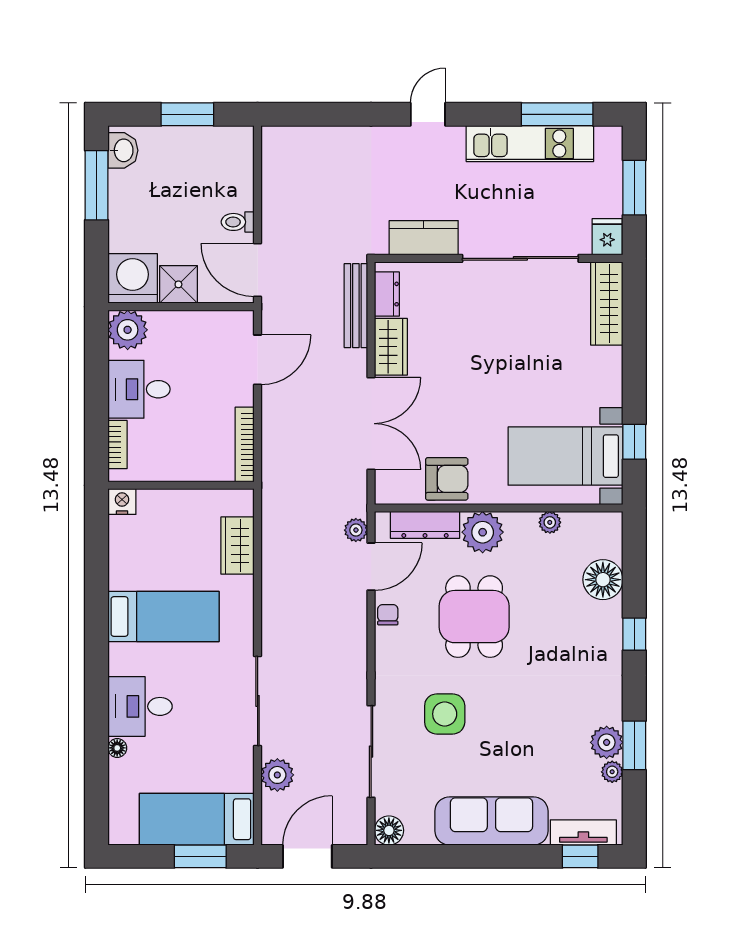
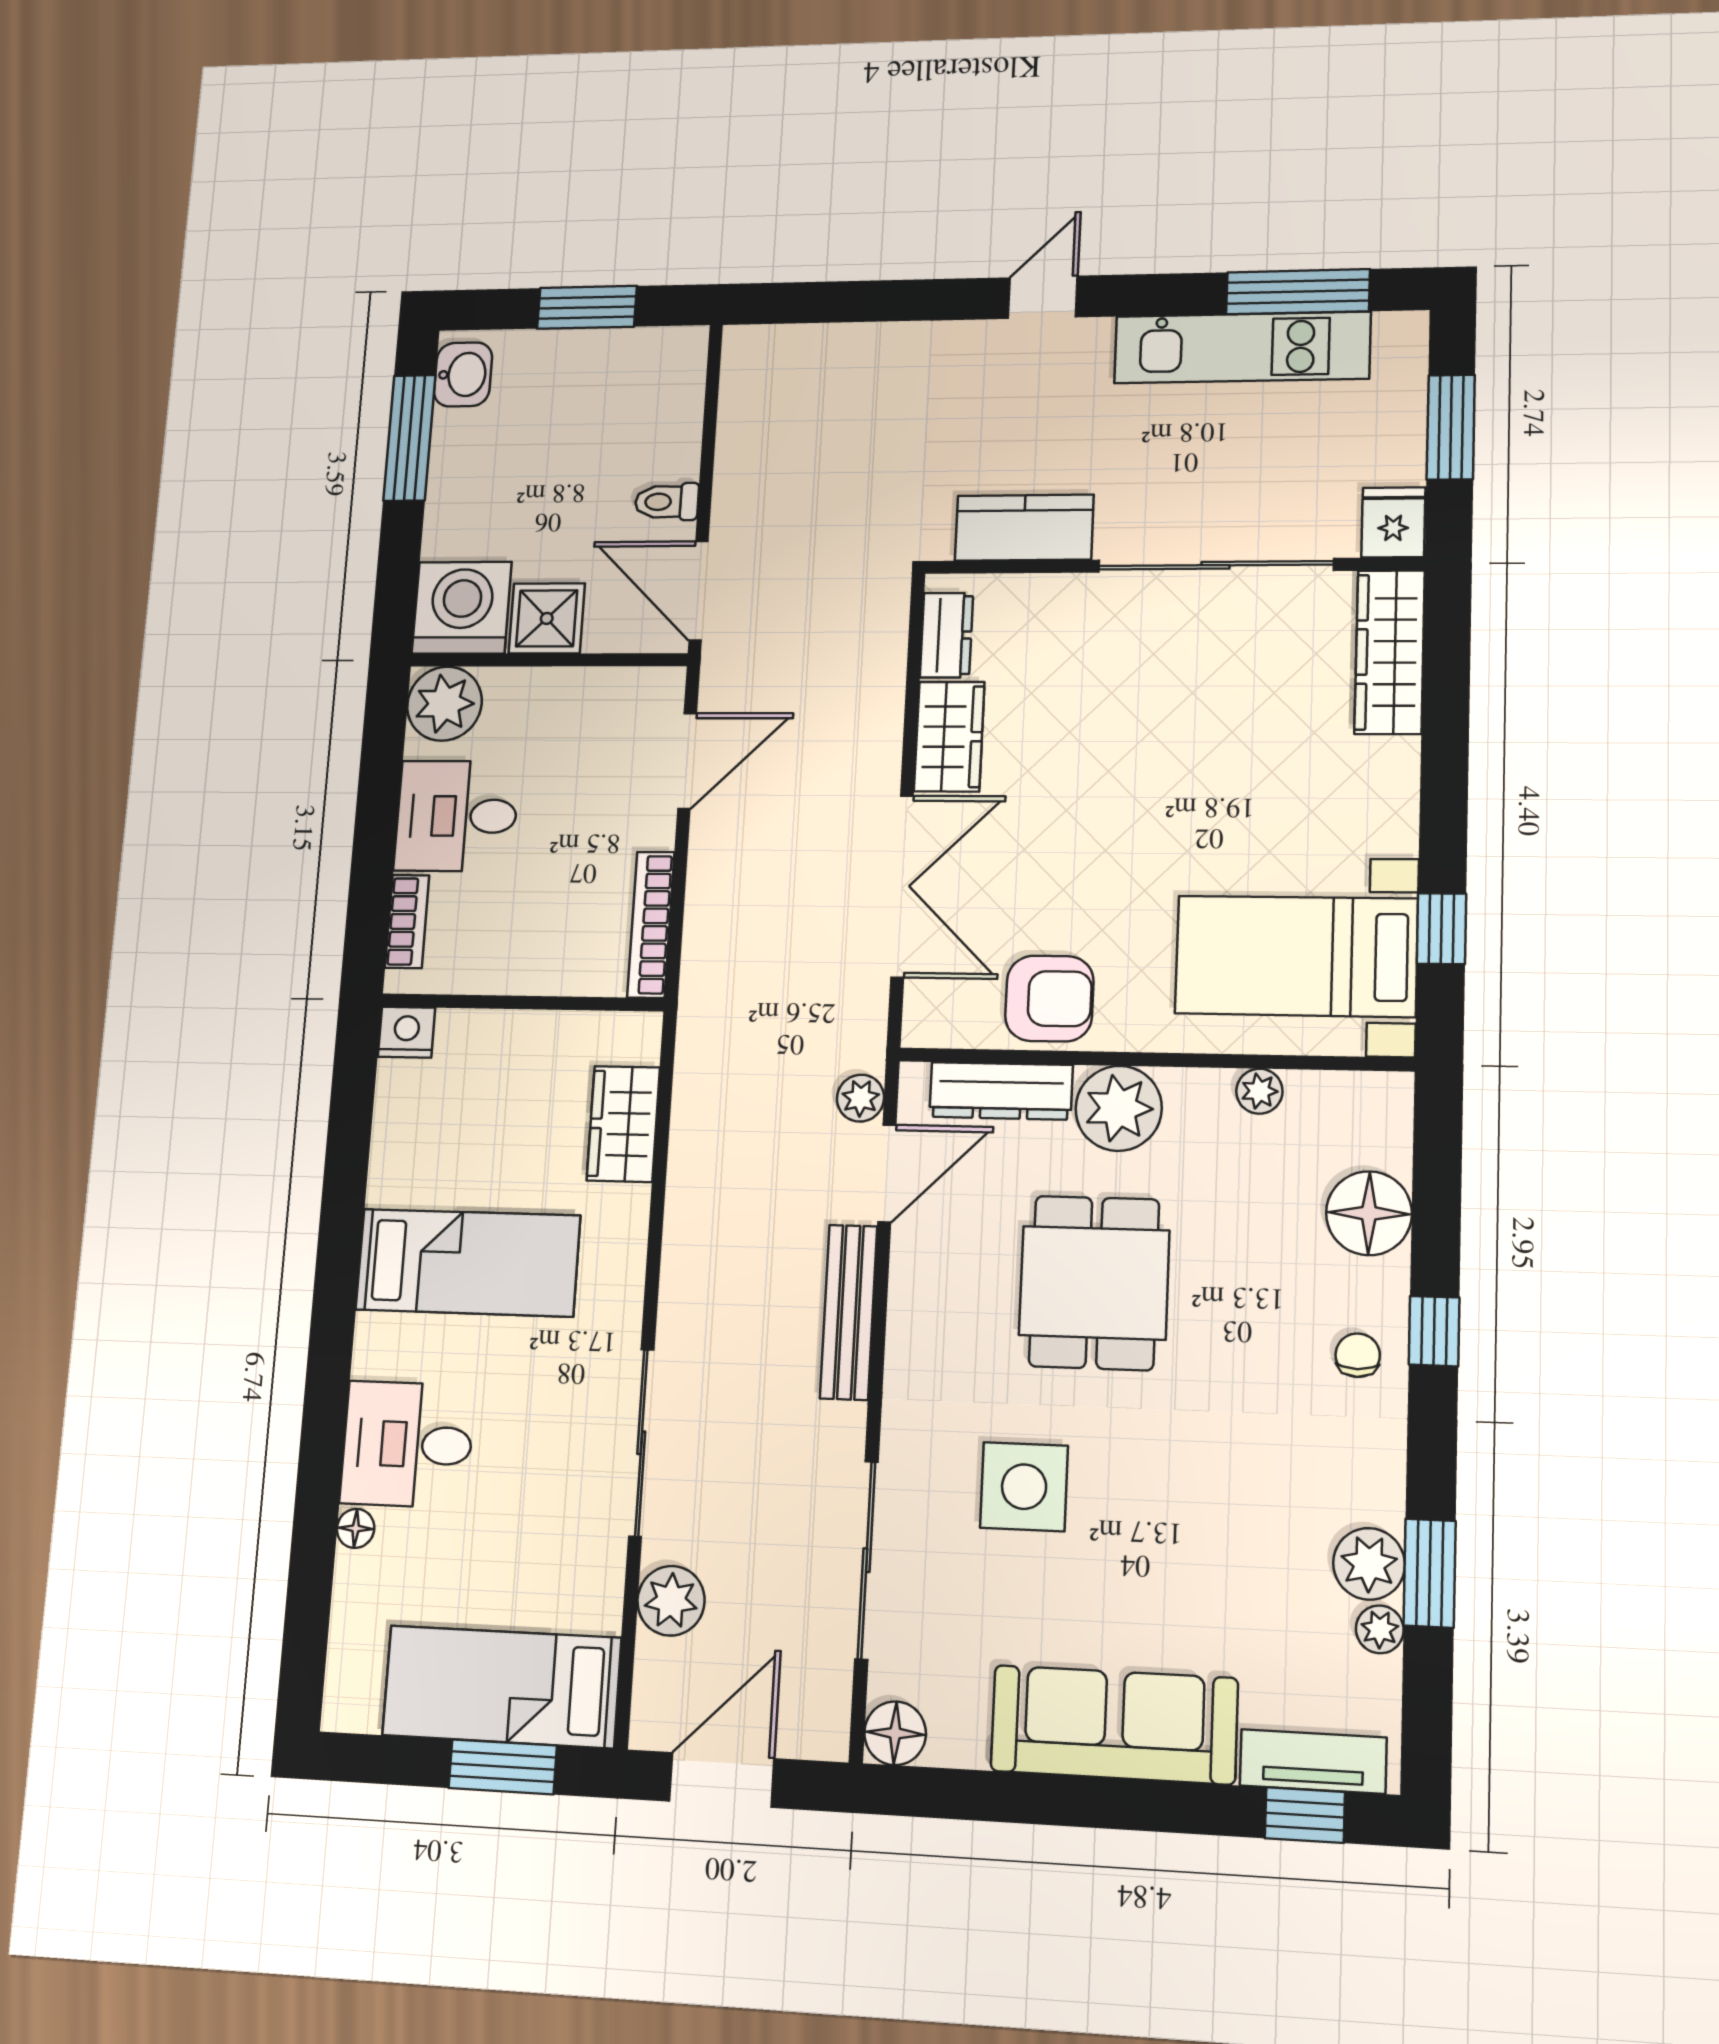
bench: (356, 306) -> (849, 1312), moved
chair: (388, 615) -> (1358, 1355), moved

